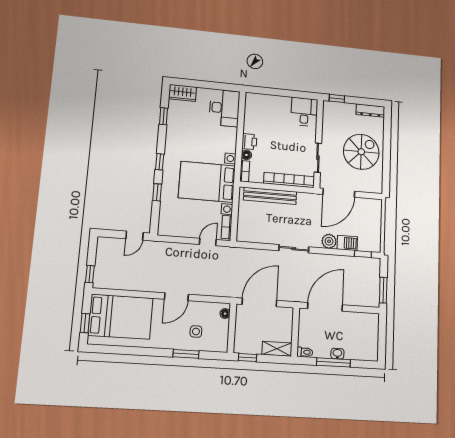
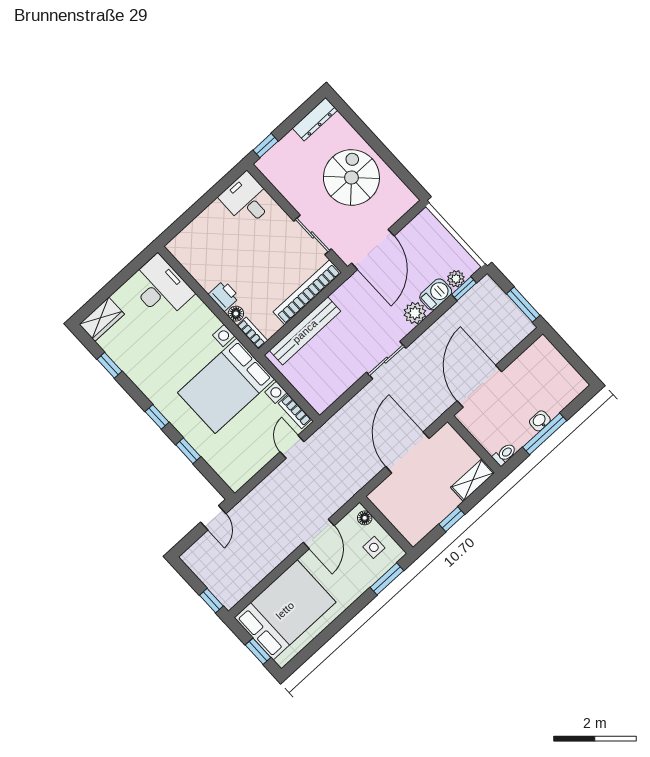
plant: (364, 246) -> (456, 279), added
floor lamp: (225, 314) -> (365, 518), moved
wall: (232, 328) -> (386, 525), moved

